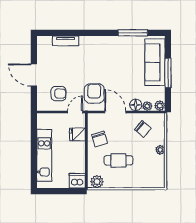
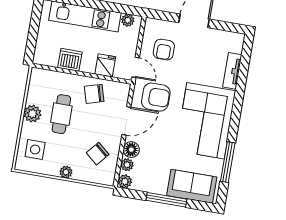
corner sofa: (105, 54) -> (206, 121), added
sofa: (155, 62) -> (192, 186), width x0.73
plant: (42, 124) -> (128, 20), added
side table: (148, 175) -> (35, 150), added
dishwasher: (77, 181) -> (70, 60), moved, turned -90
plant: (97, 182) -> (32, 114), moved

